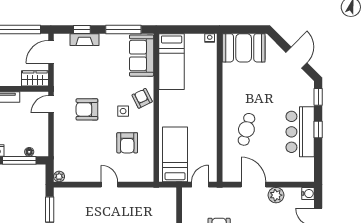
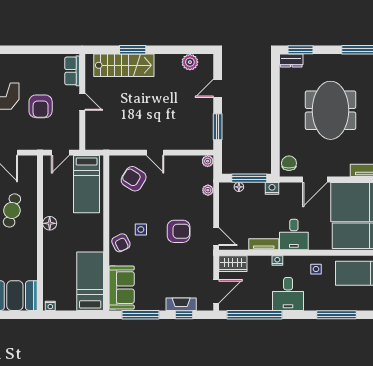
door: (51, 104) -> (216, 237), hinge flipped
floor lamp: (210, 117) -> (50, 223), added
armchair: (127, 143) -> (134, 179), moved, turned -58
plant: (59, 149) -> (208, 190), added

